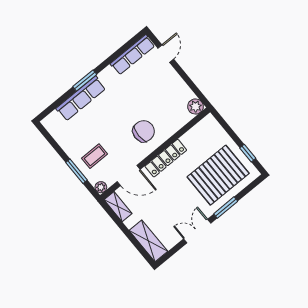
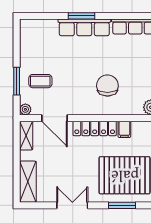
row of seats: (81, 98) -> (84, 27), moved
chair: (144, 131) -> (107, 86), moved, turned -91
filing cabinet: (189, 140) -> (124, 129), added
window: (226, 207) -> (122, 205), moved

